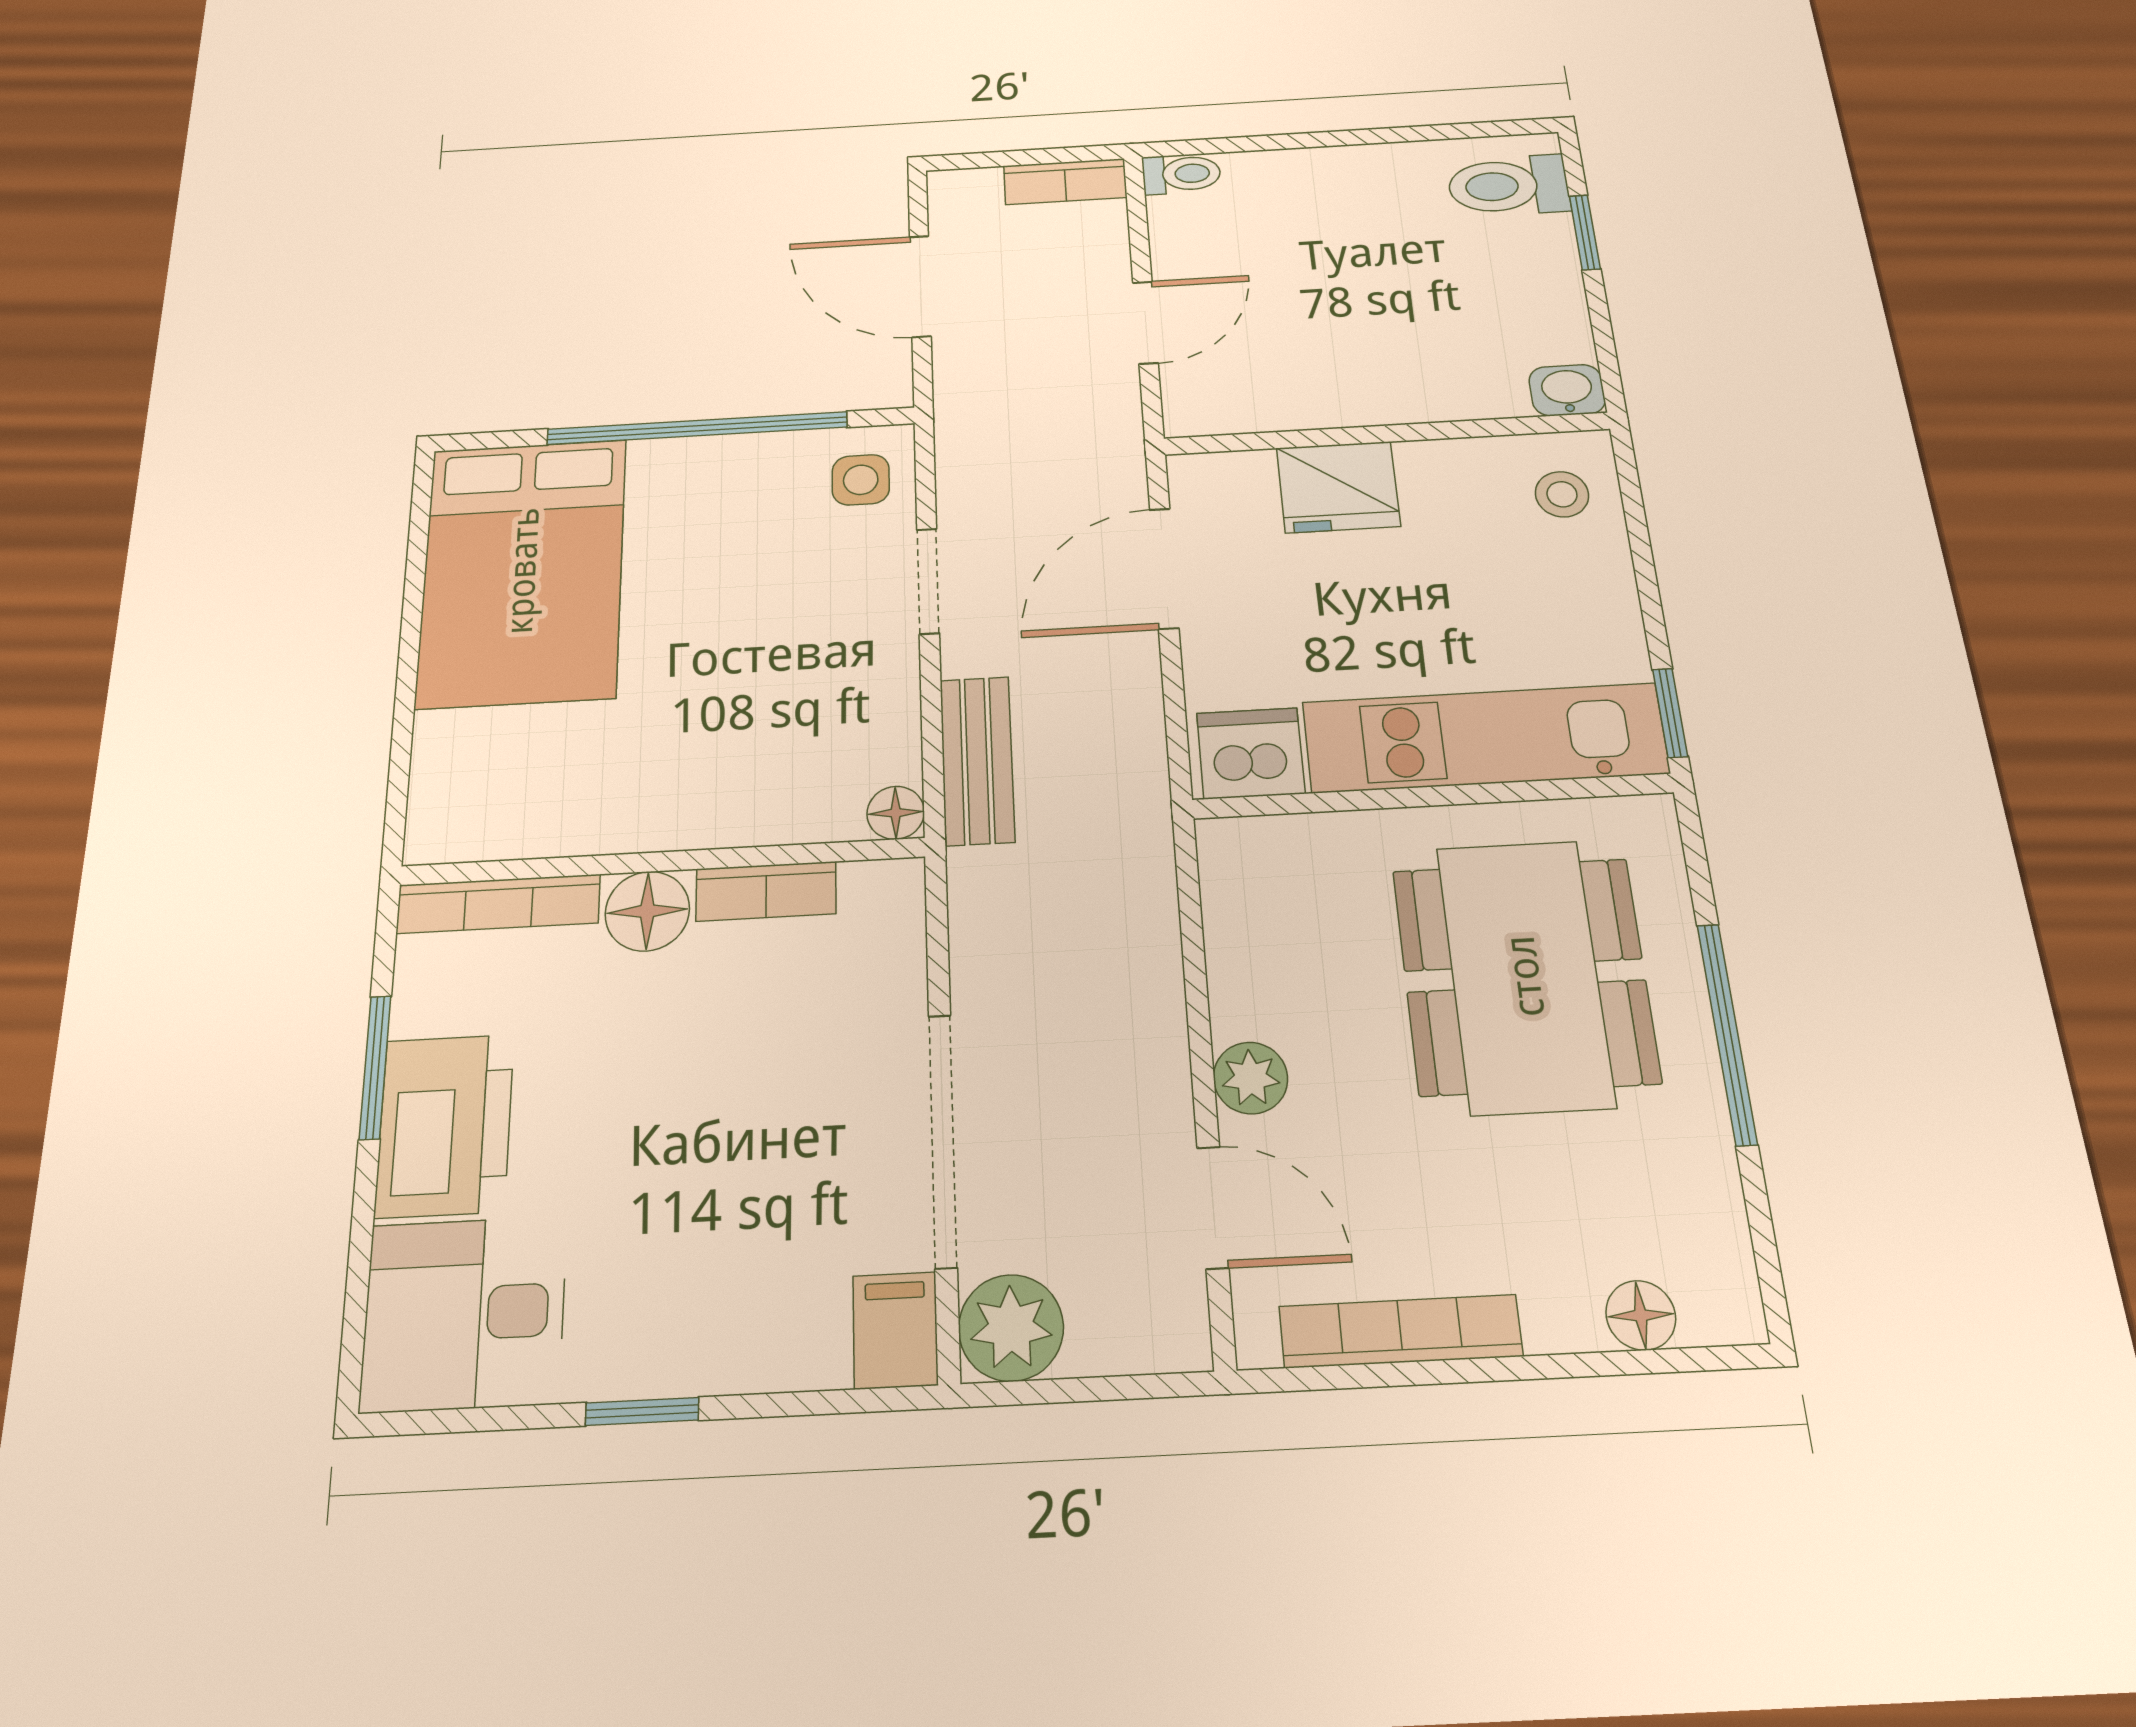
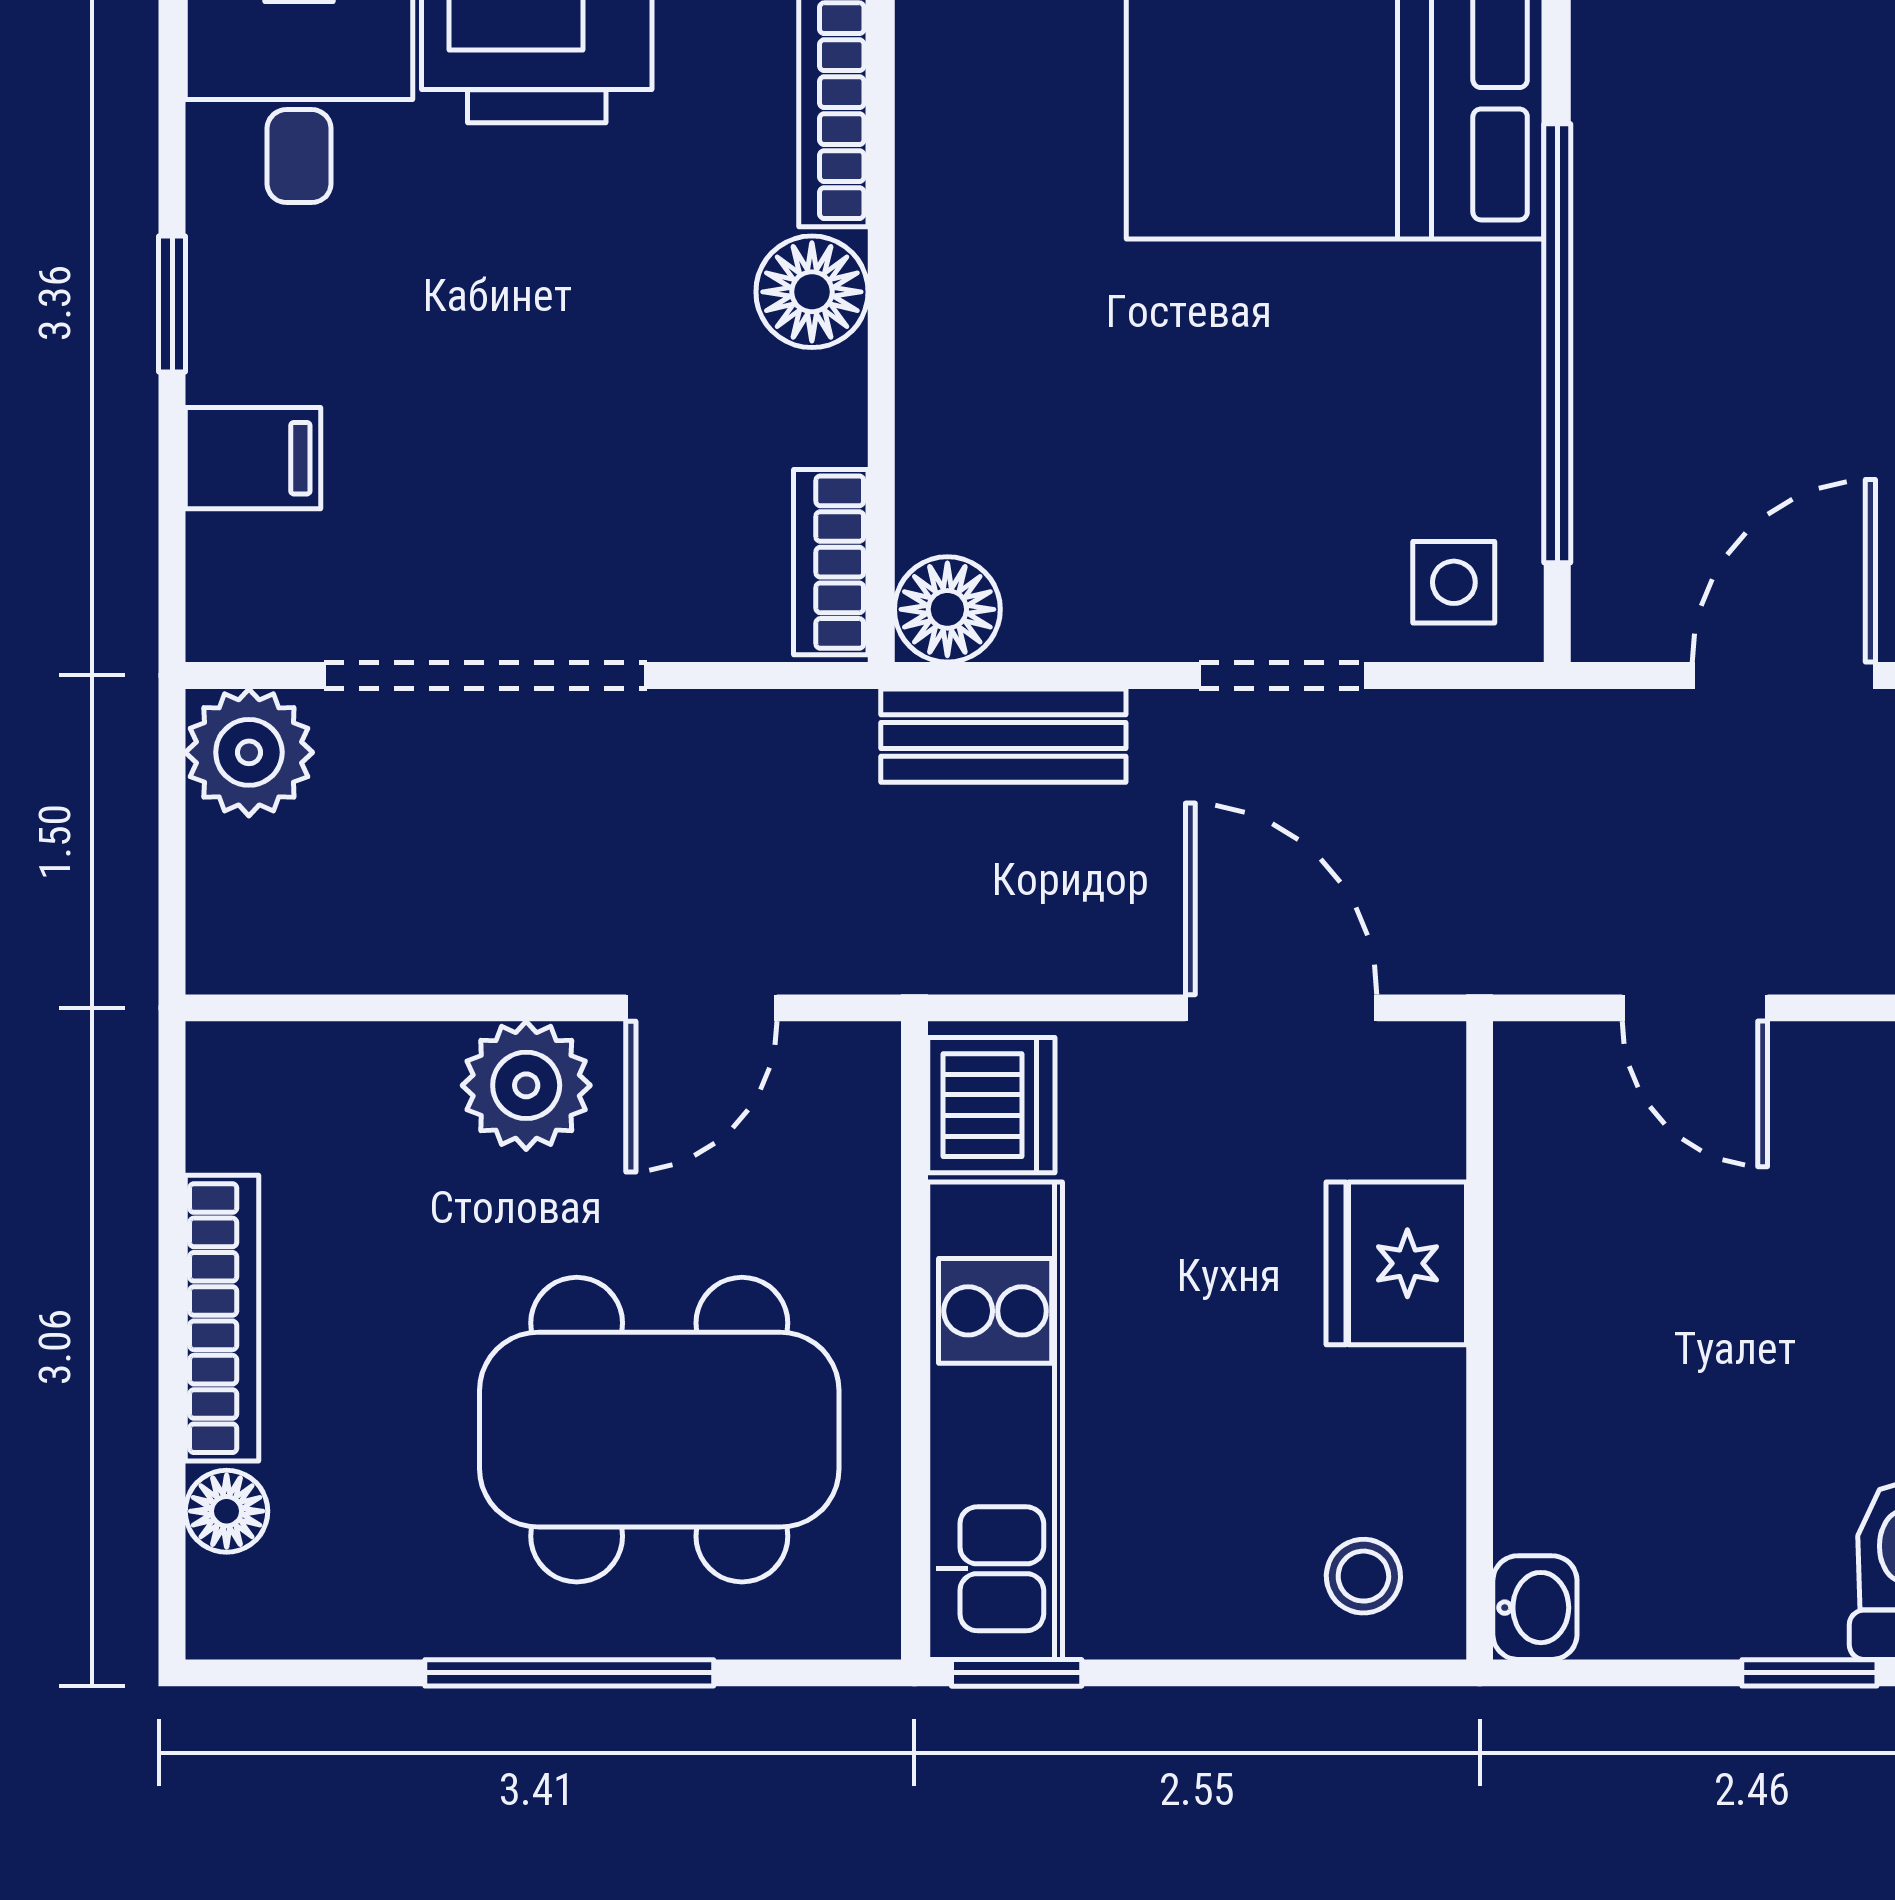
floor lamp: (896, 813) -> (947, 609), width x1.37, depth x1.37
bookcase: (766, 891) -> (831, 562), moved
plant: (1251, 1078) -> (526, 1085), width x1.38, depth x1.38
door: (1213, 1207) -> (701, 1008), moved
filing cabinet: (895, 1330) -> (253, 458), moved
bookcase: (1400, 1331) -> (222, 1318), moved

